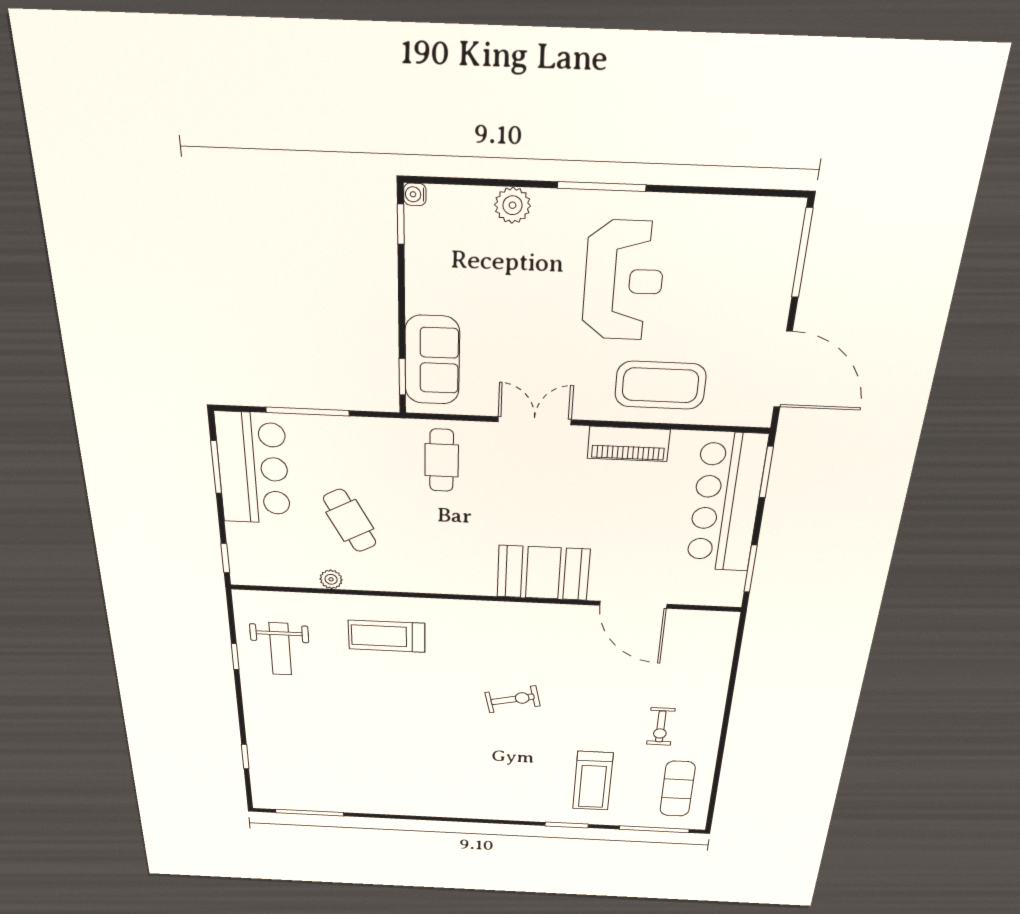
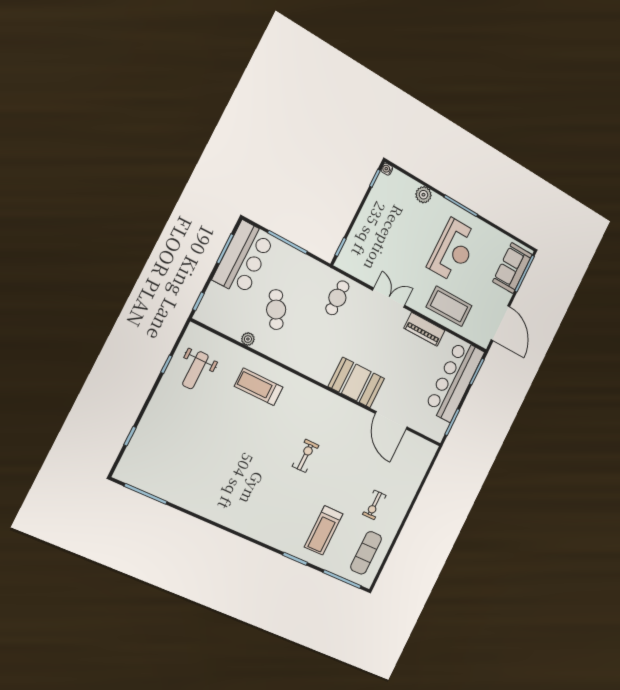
sofa: (432, 360) -> (512, 268), moved, turned 180
exercise bike: (513, 699) -> (306, 456), turned -77

